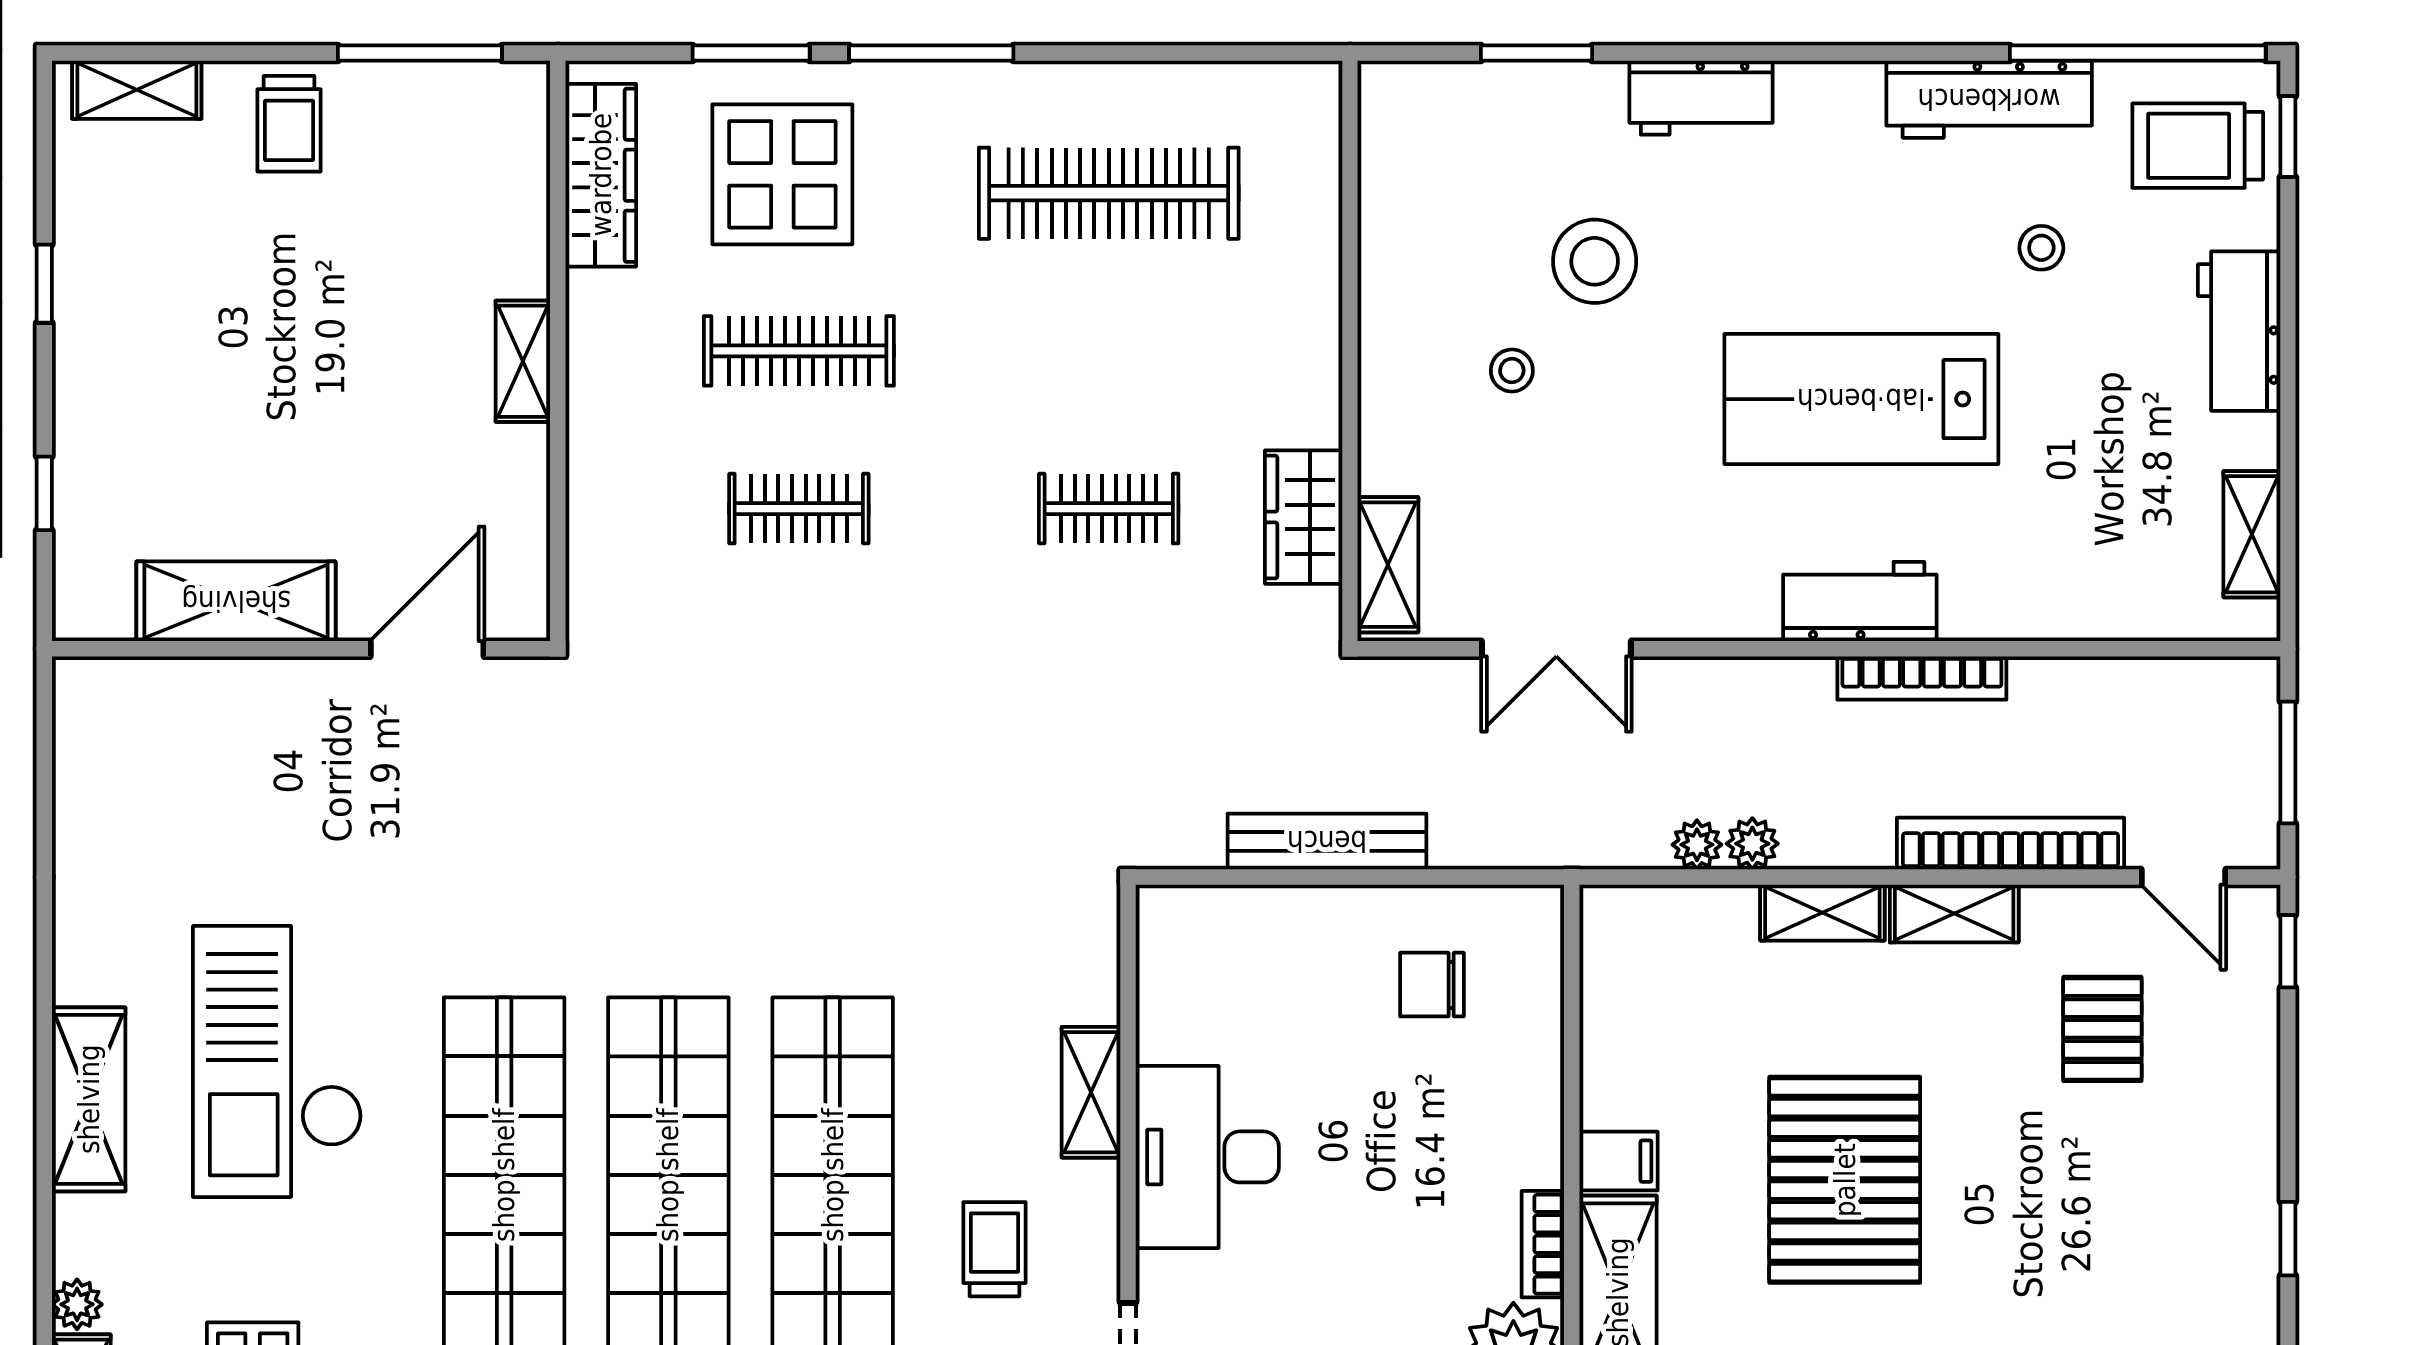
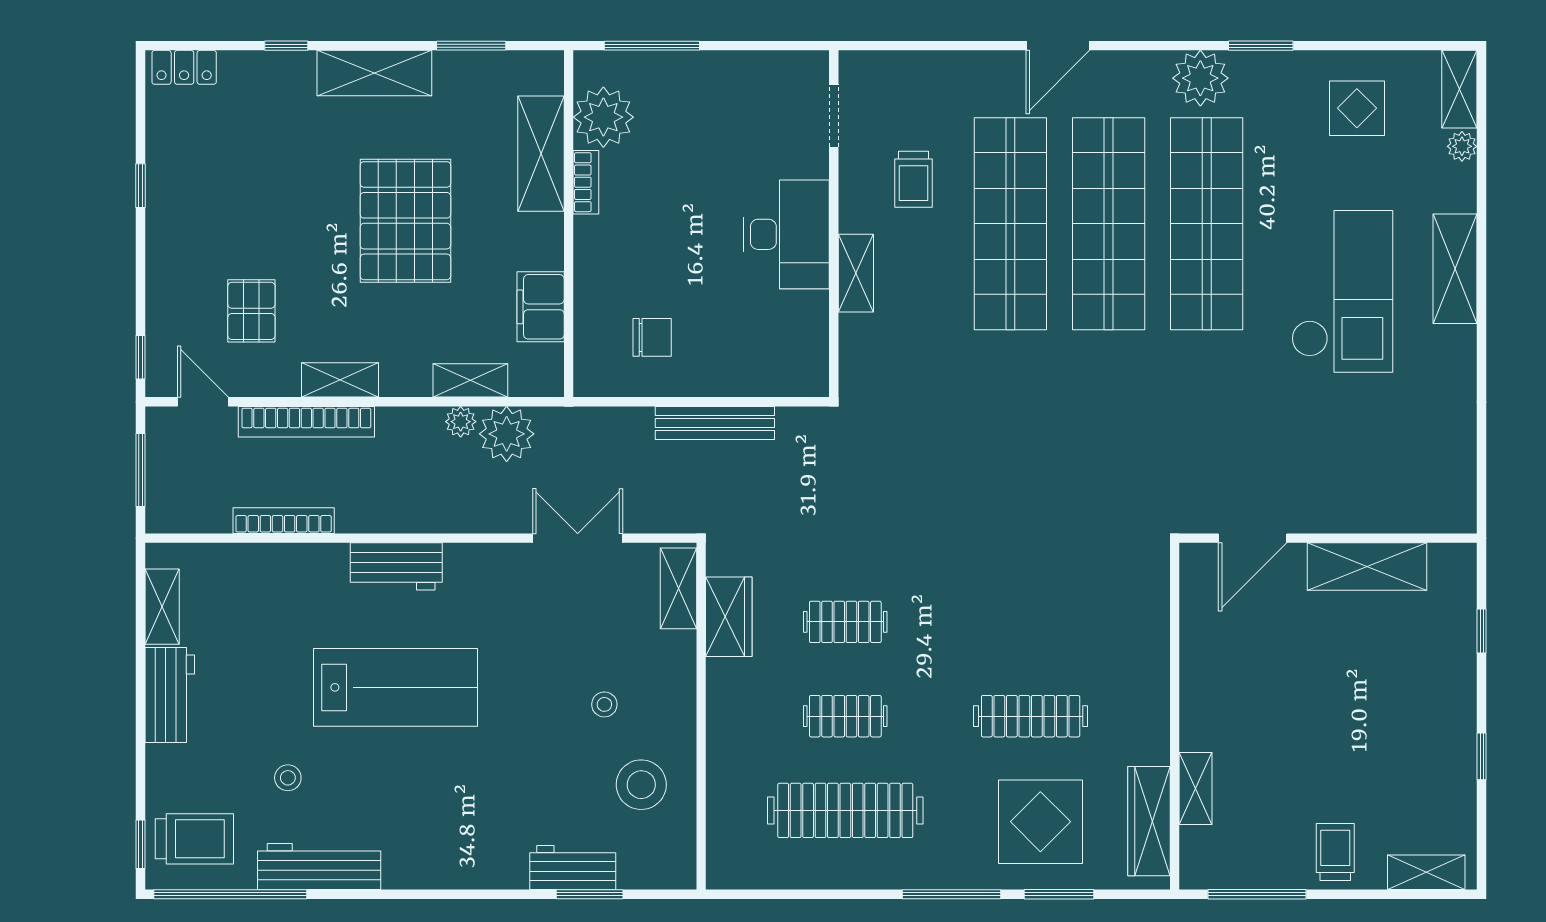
workbench: (1701, 98) -> (573, 868), moved
stool: (1595, 261) -> (641, 785), moved
workbench: (2239, 331) -> (170, 695), moved
shelving: (523, 361) -> (1196, 789), moved
clothes rail: (799, 509) -> (845, 716), moved
bookcase: (1922, 678) -> (284, 521), moved
plant: (1697, 845) -> (507, 434), width x1.88, depth x1.88
shelving: (1822, 913) -> (470, 380), moved
filing cabinet: (1619, 1161) -> (541, 307), moved, width x2.00

